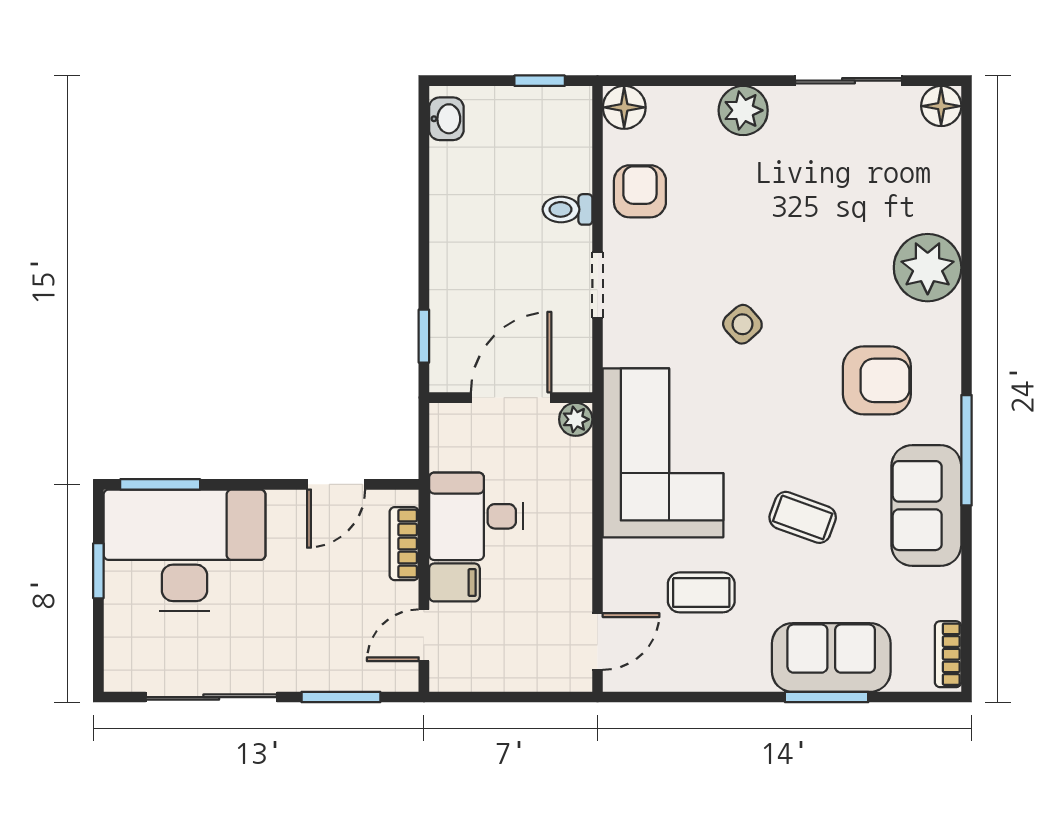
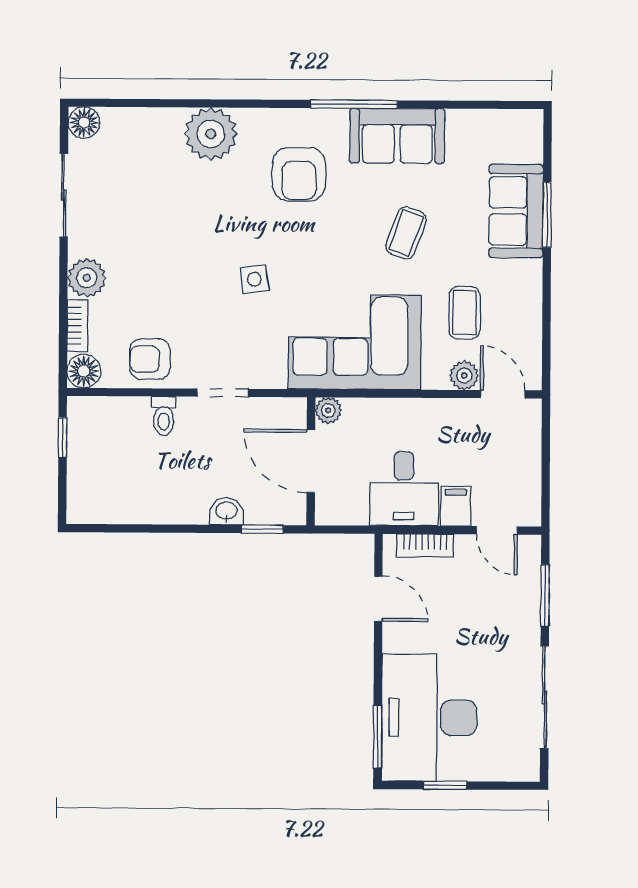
washbasin: (446, 119) -> (226, 511), moved
side table: (742, 324) -> (254, 279), turned 34
armchair: (877, 380) -> (299, 174), turned 180
plant: (621, 593) -> (464, 375), added
bookcase: (948, 654) -> (78, 326), moved, turned -90

